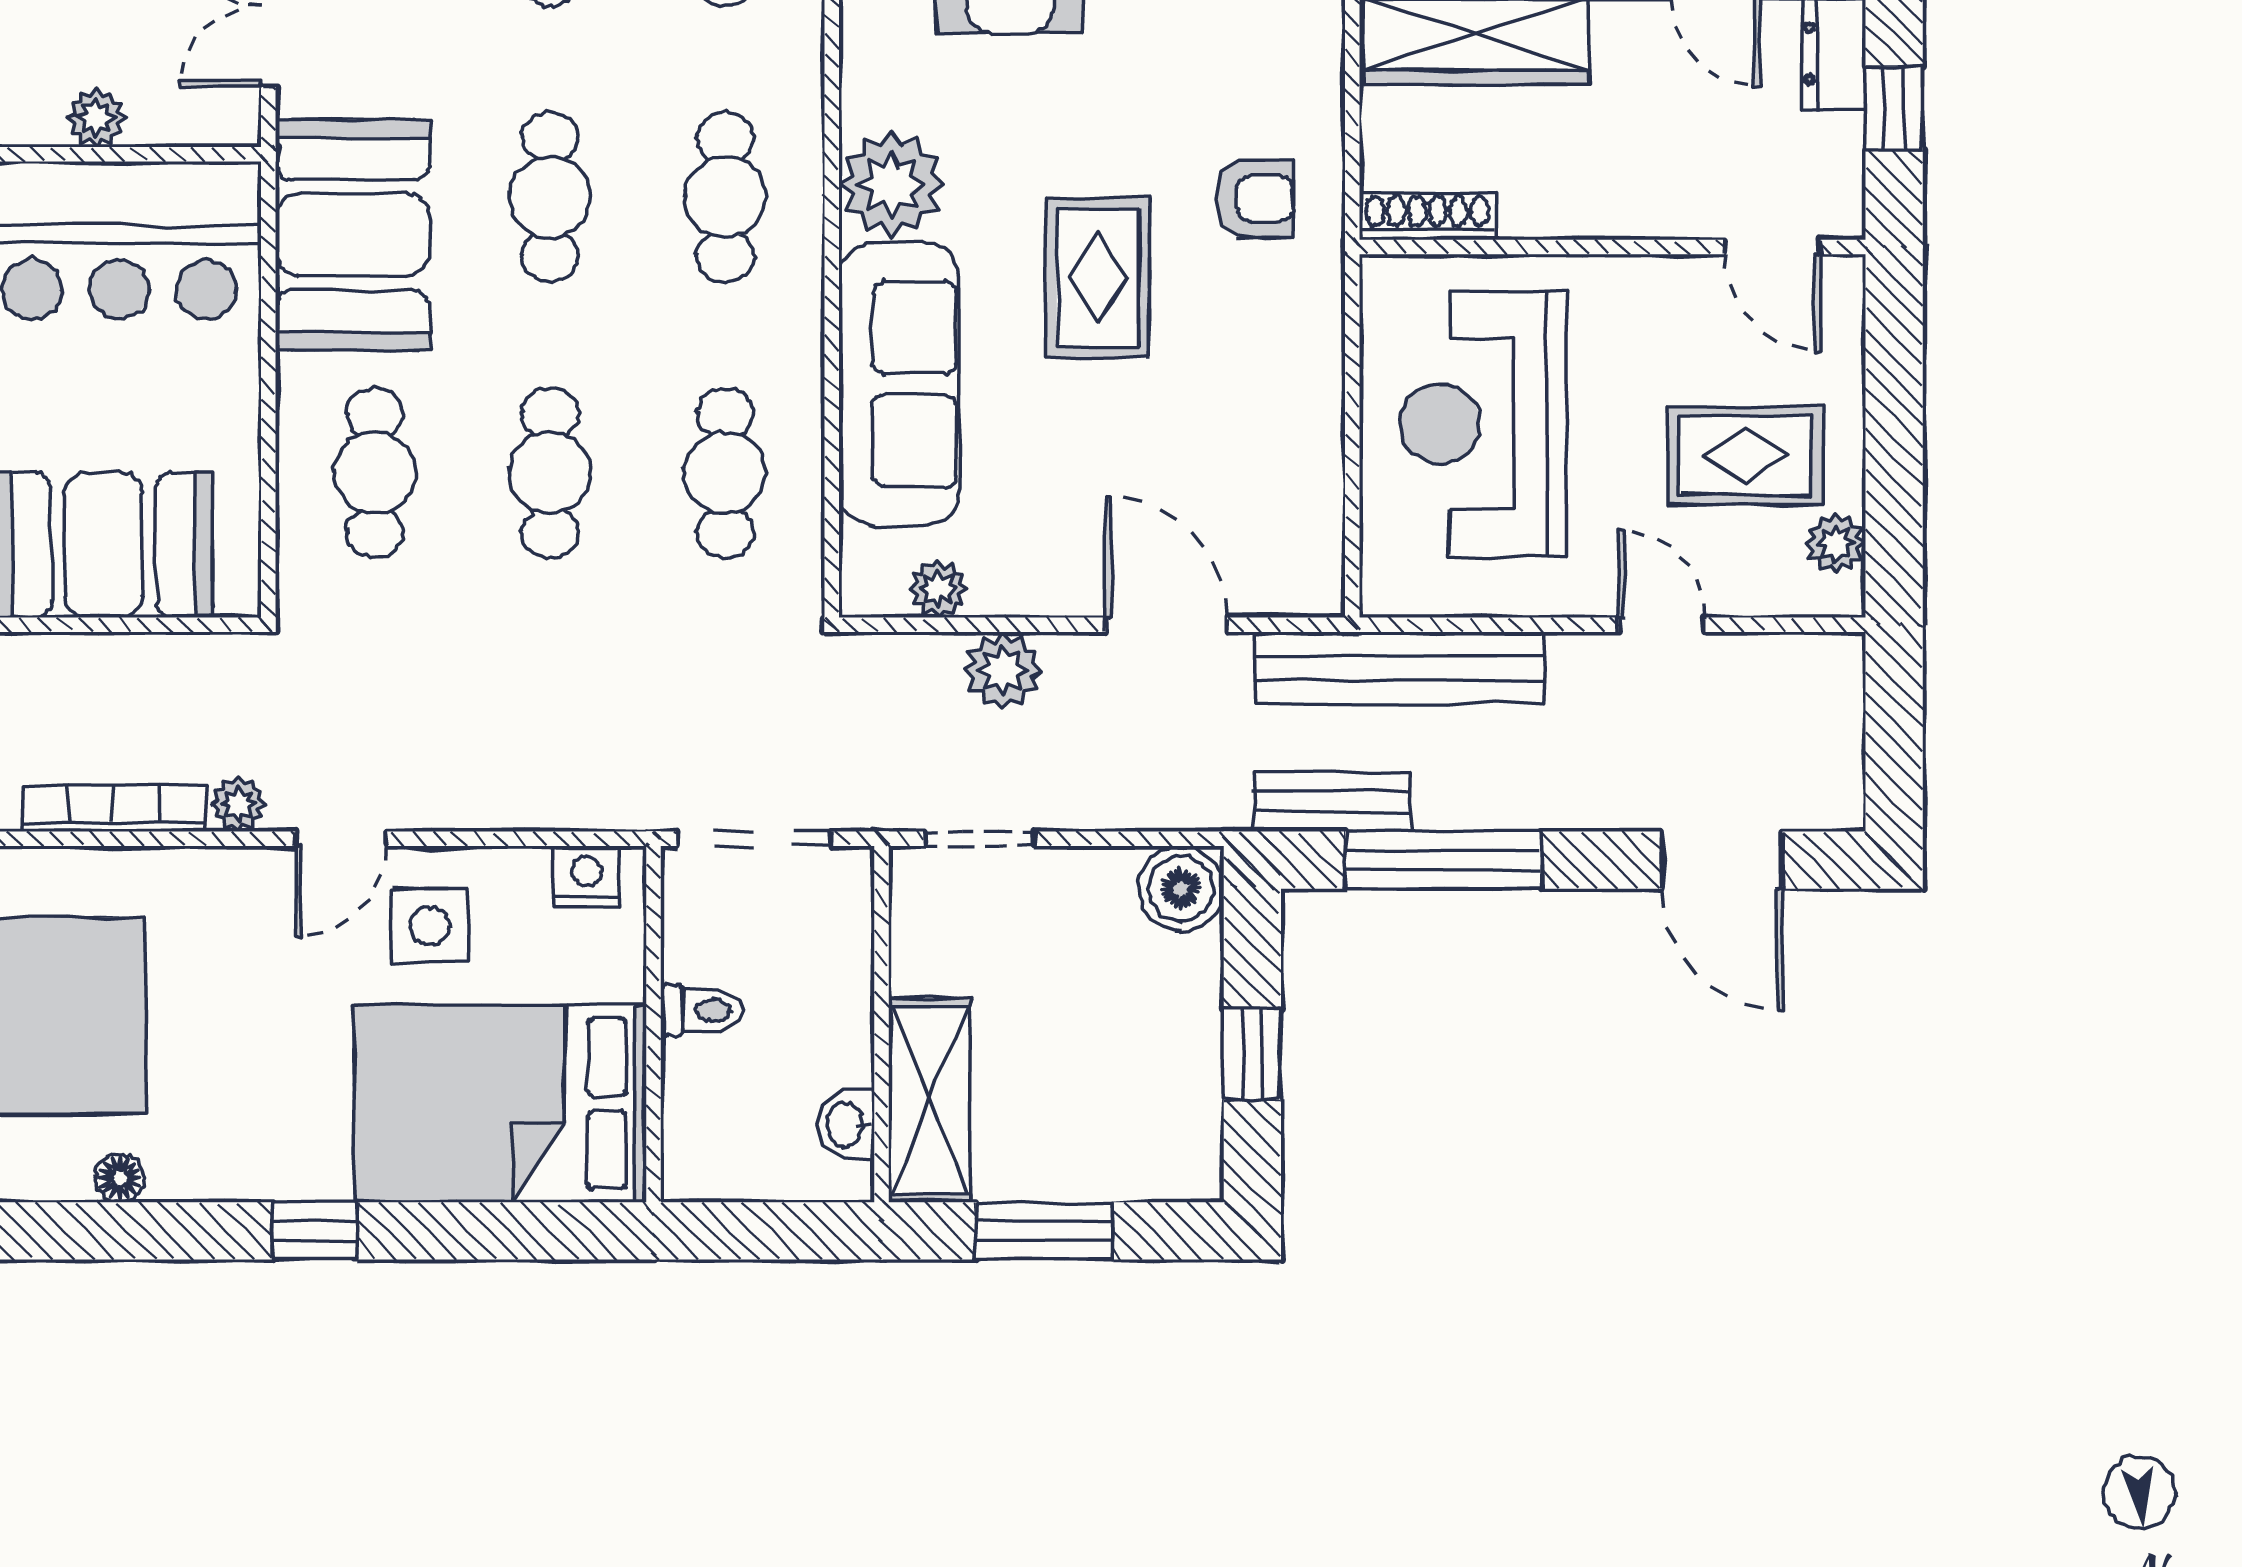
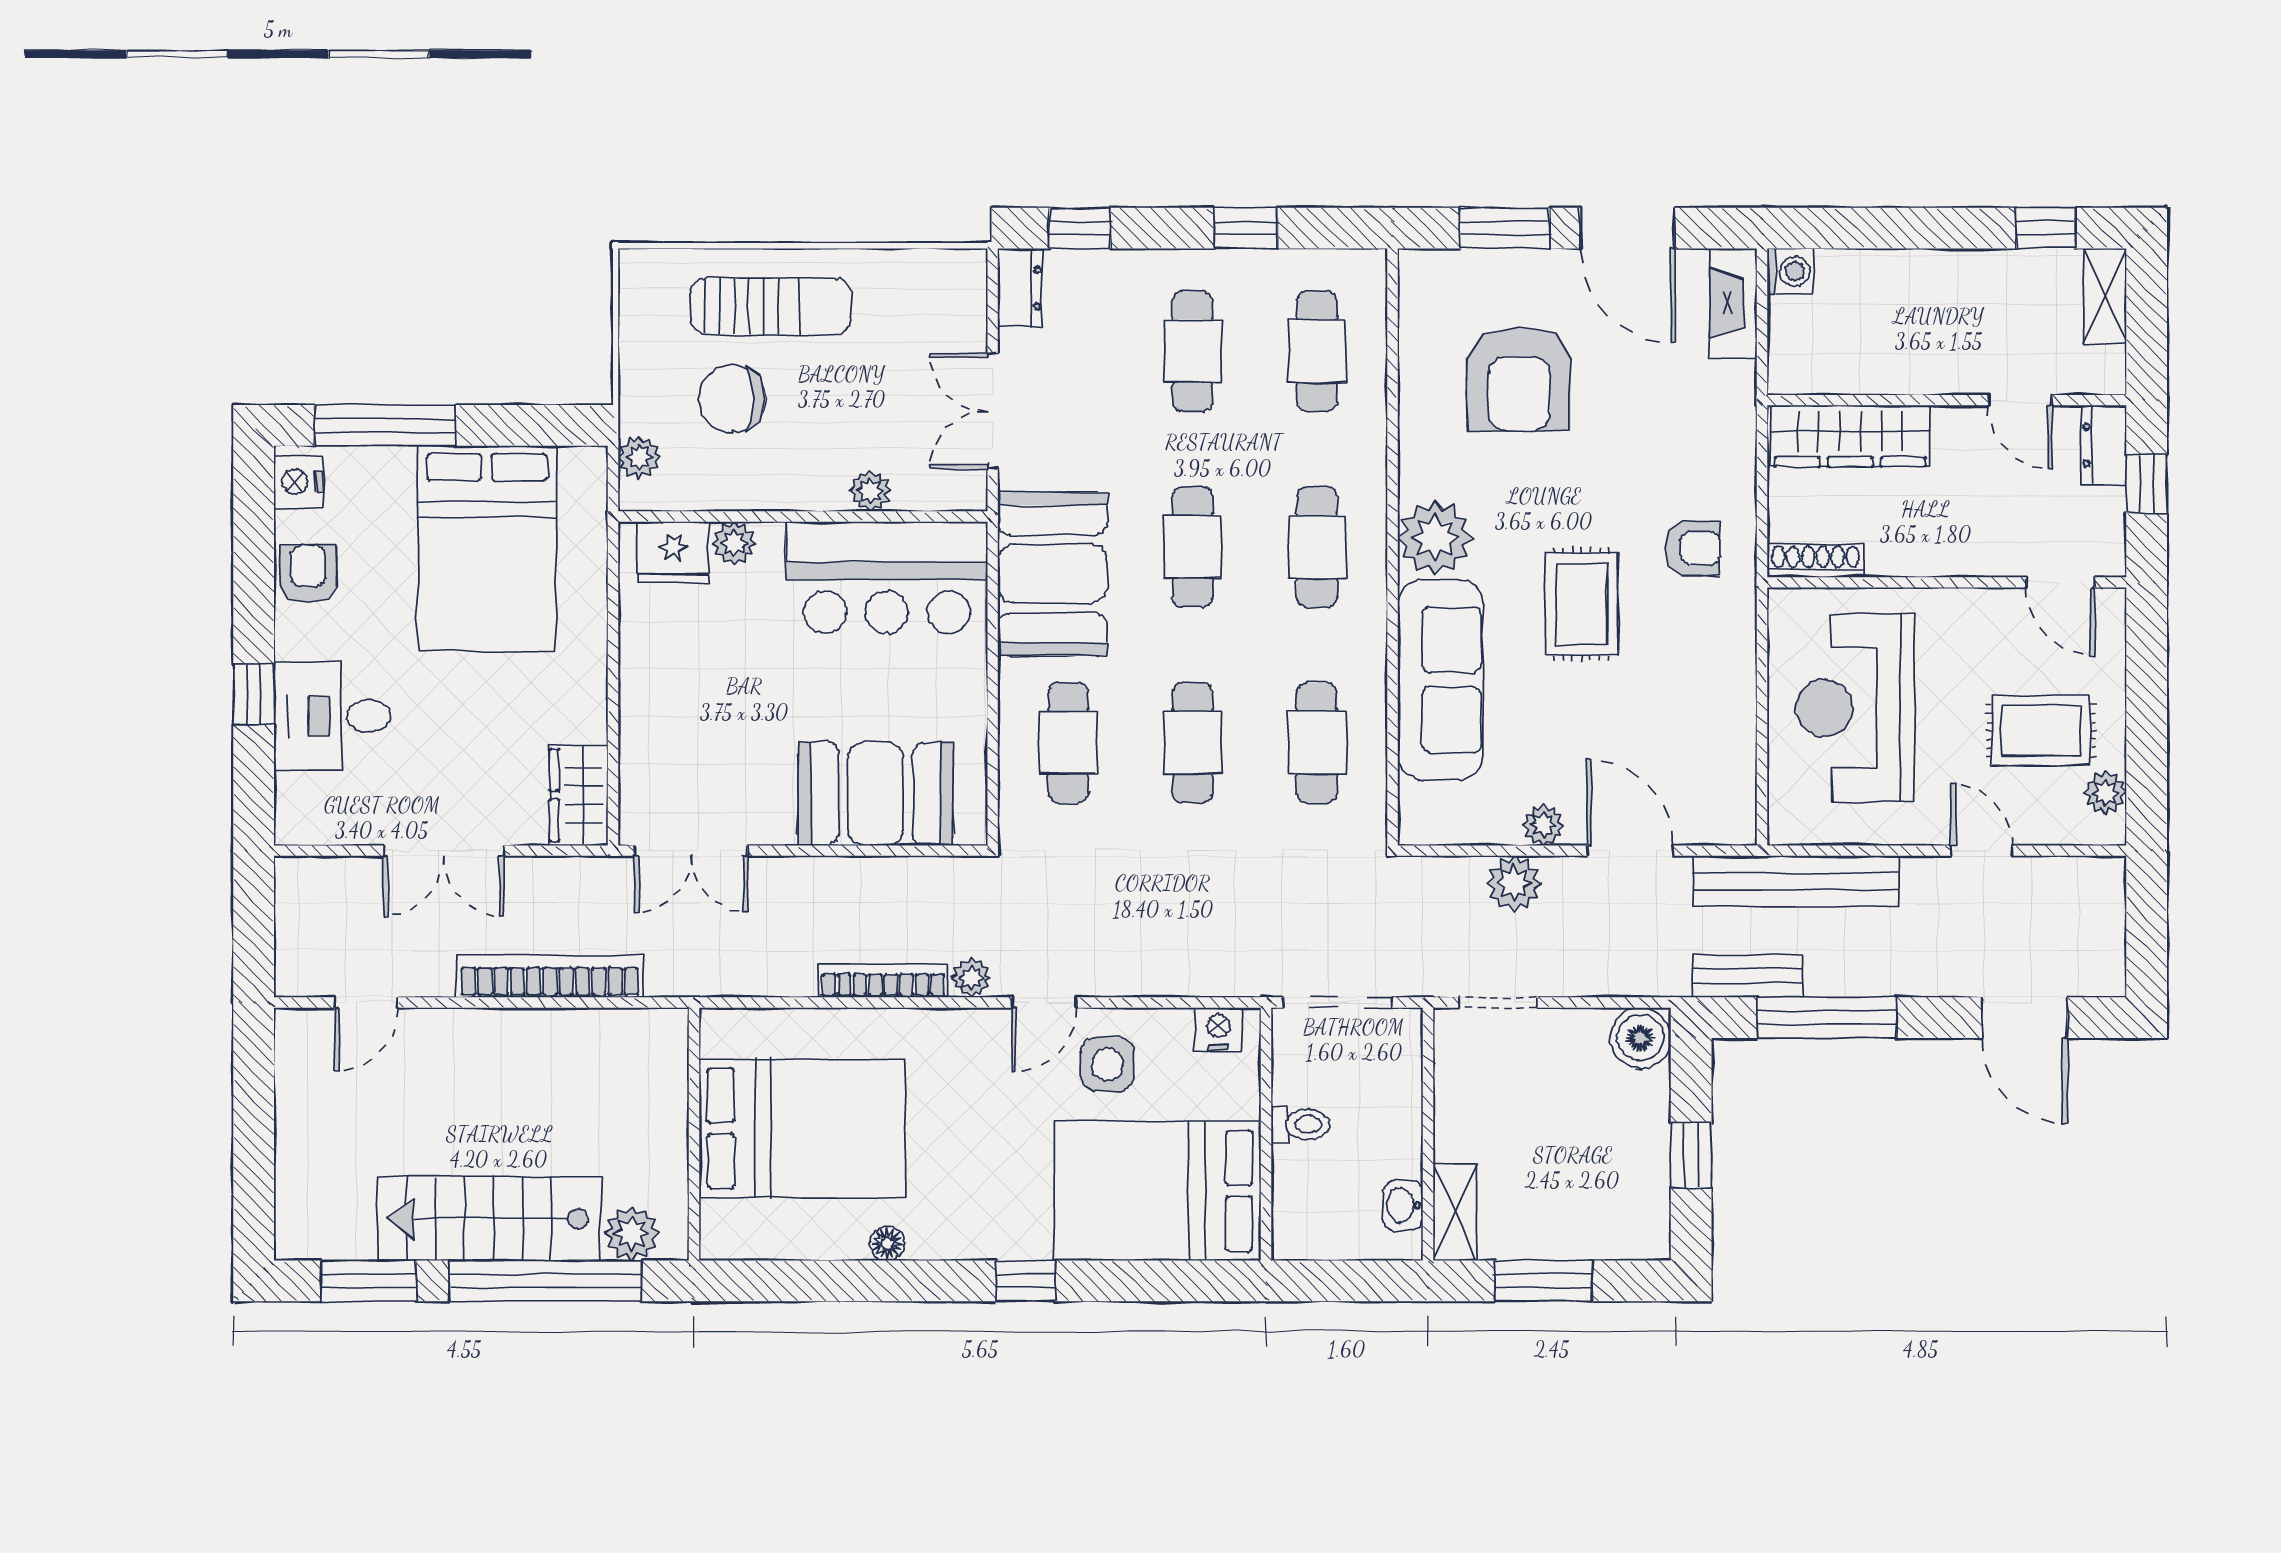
plant: (938, 589) -> (1543, 825), moved
shelving: (930, 1100) -> (1455, 1212), width x0.67, depth x0.75

